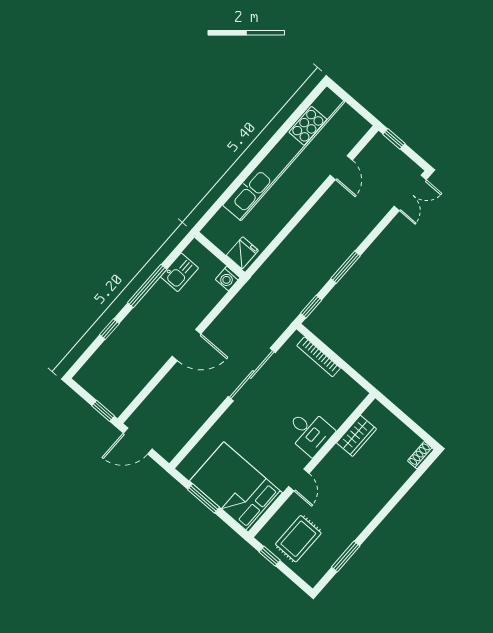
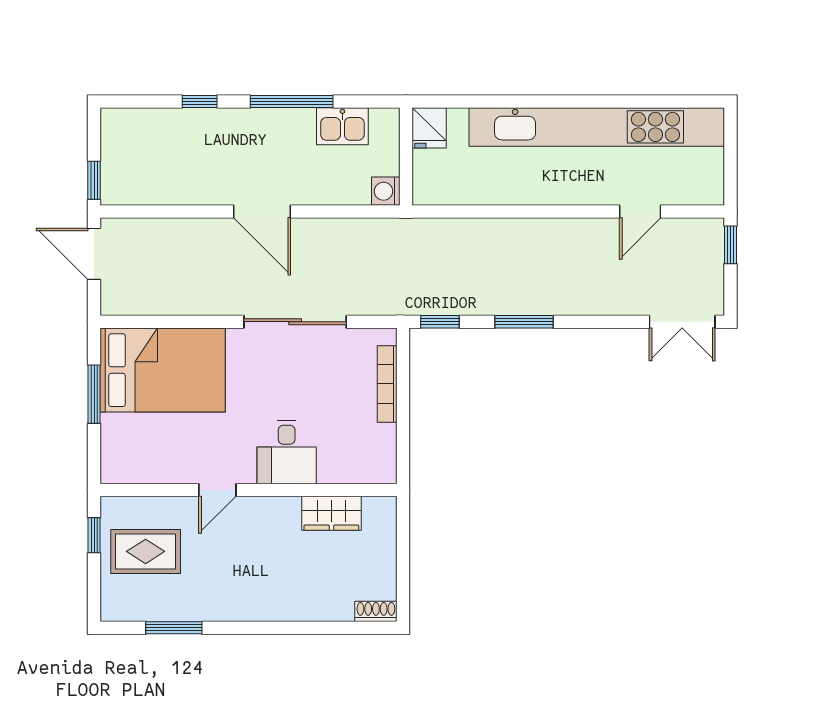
fridge: (242, 253) -> (429, 128), moved, turned 90
bed: (236, 487) -> (163, 370), moved, turned 90

